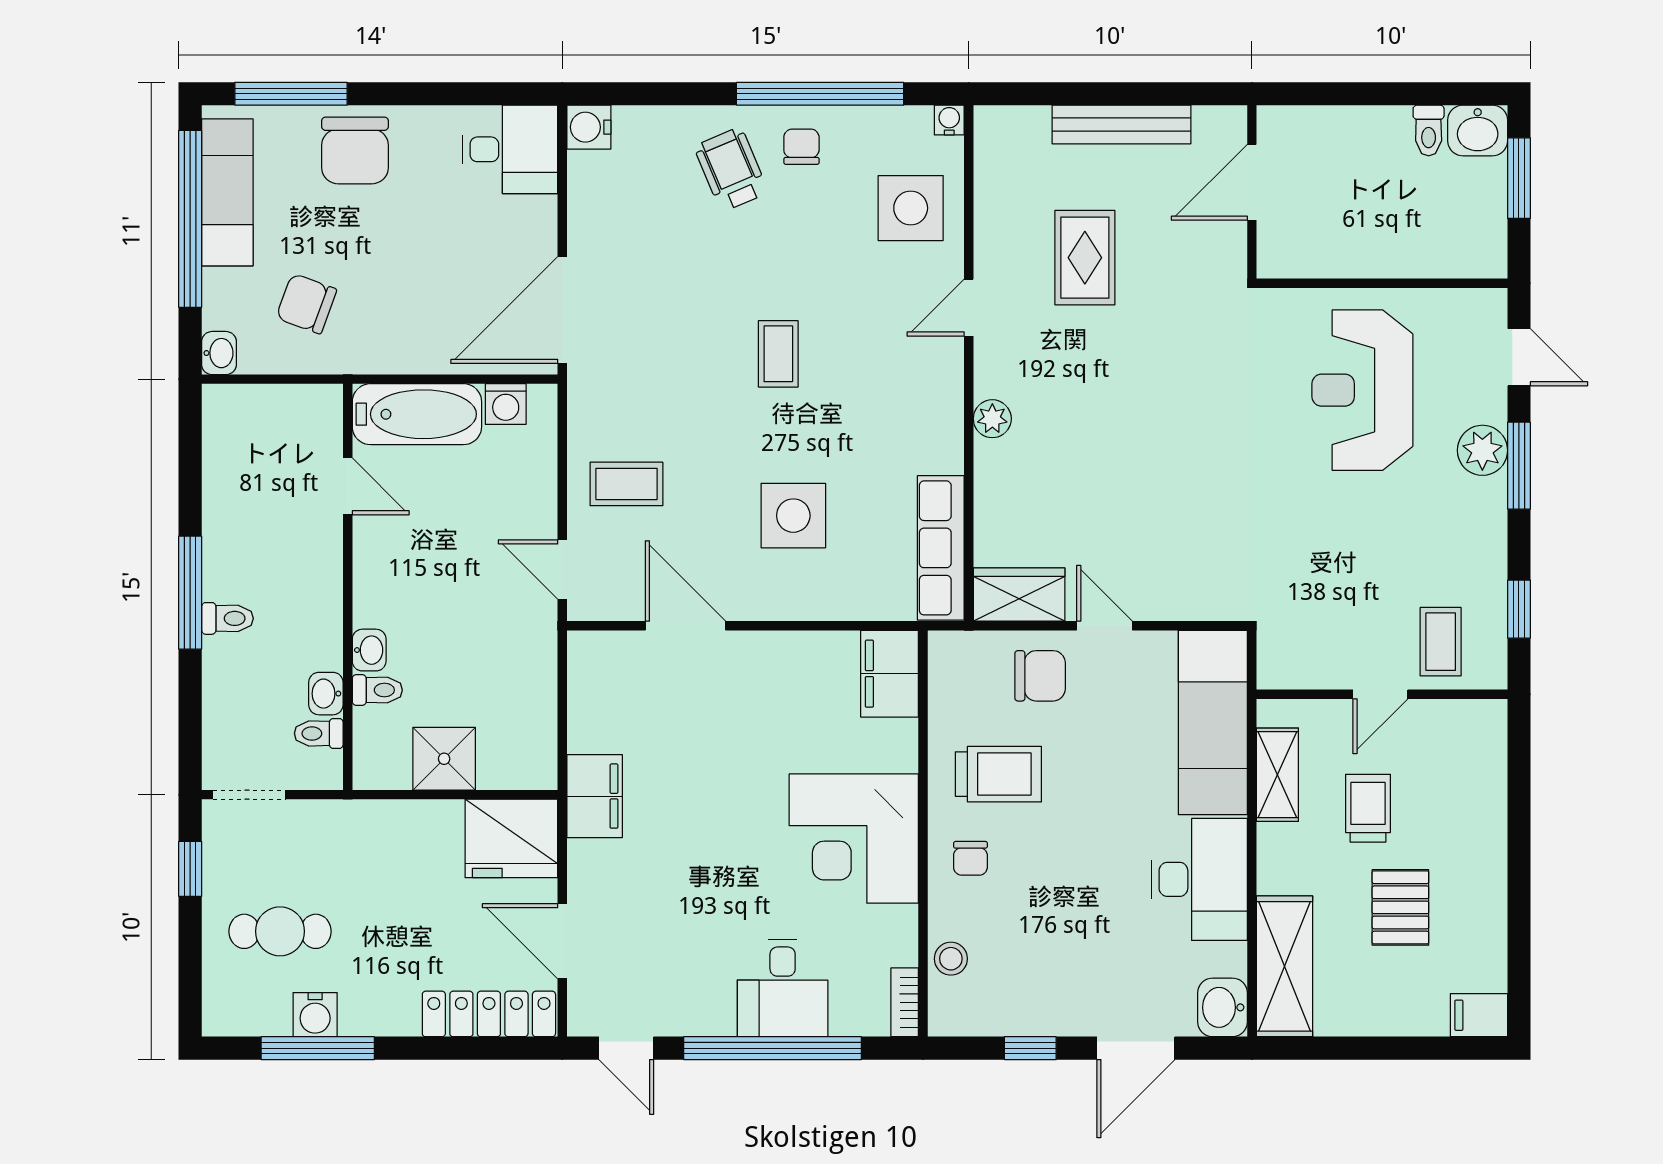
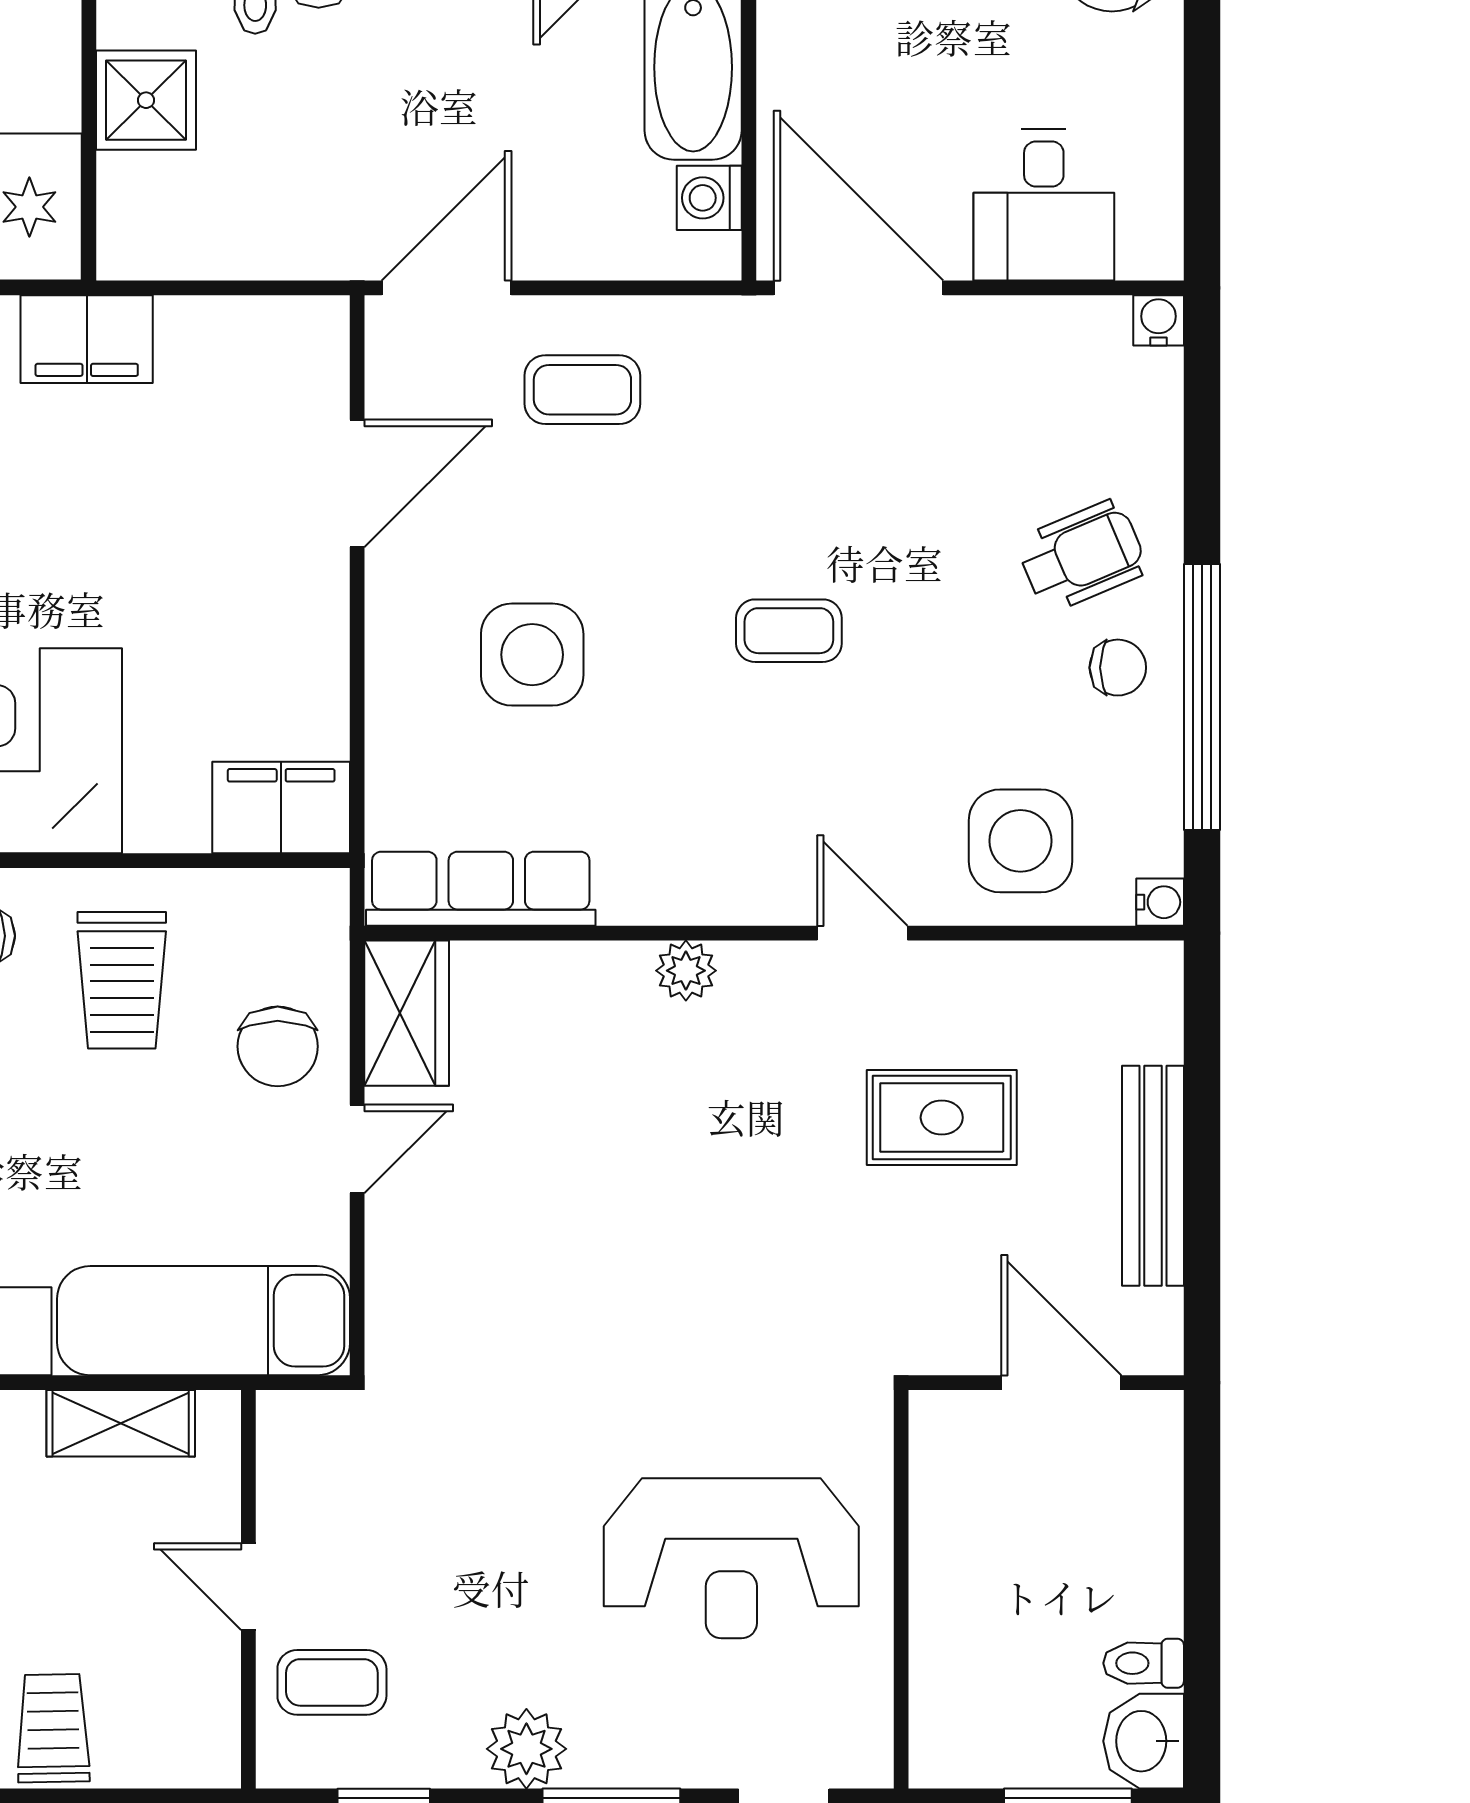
water cooler: (589, 127) -> (1159, 320), width x0.72, depth x0.72
desk: (510, 149) -> (1044, 205), moved
reception desk: (1362, 390) -> (731, 1558), turned 180
plant: (1482, 450) -> (526, 1749), moved
coffee table: (626, 484) -> (582, 390), turned 90
door: (562, 569) -> (447, 288), width x1.38
trolley: (1368, 808) -> (53, 1728), moved, turned -91

